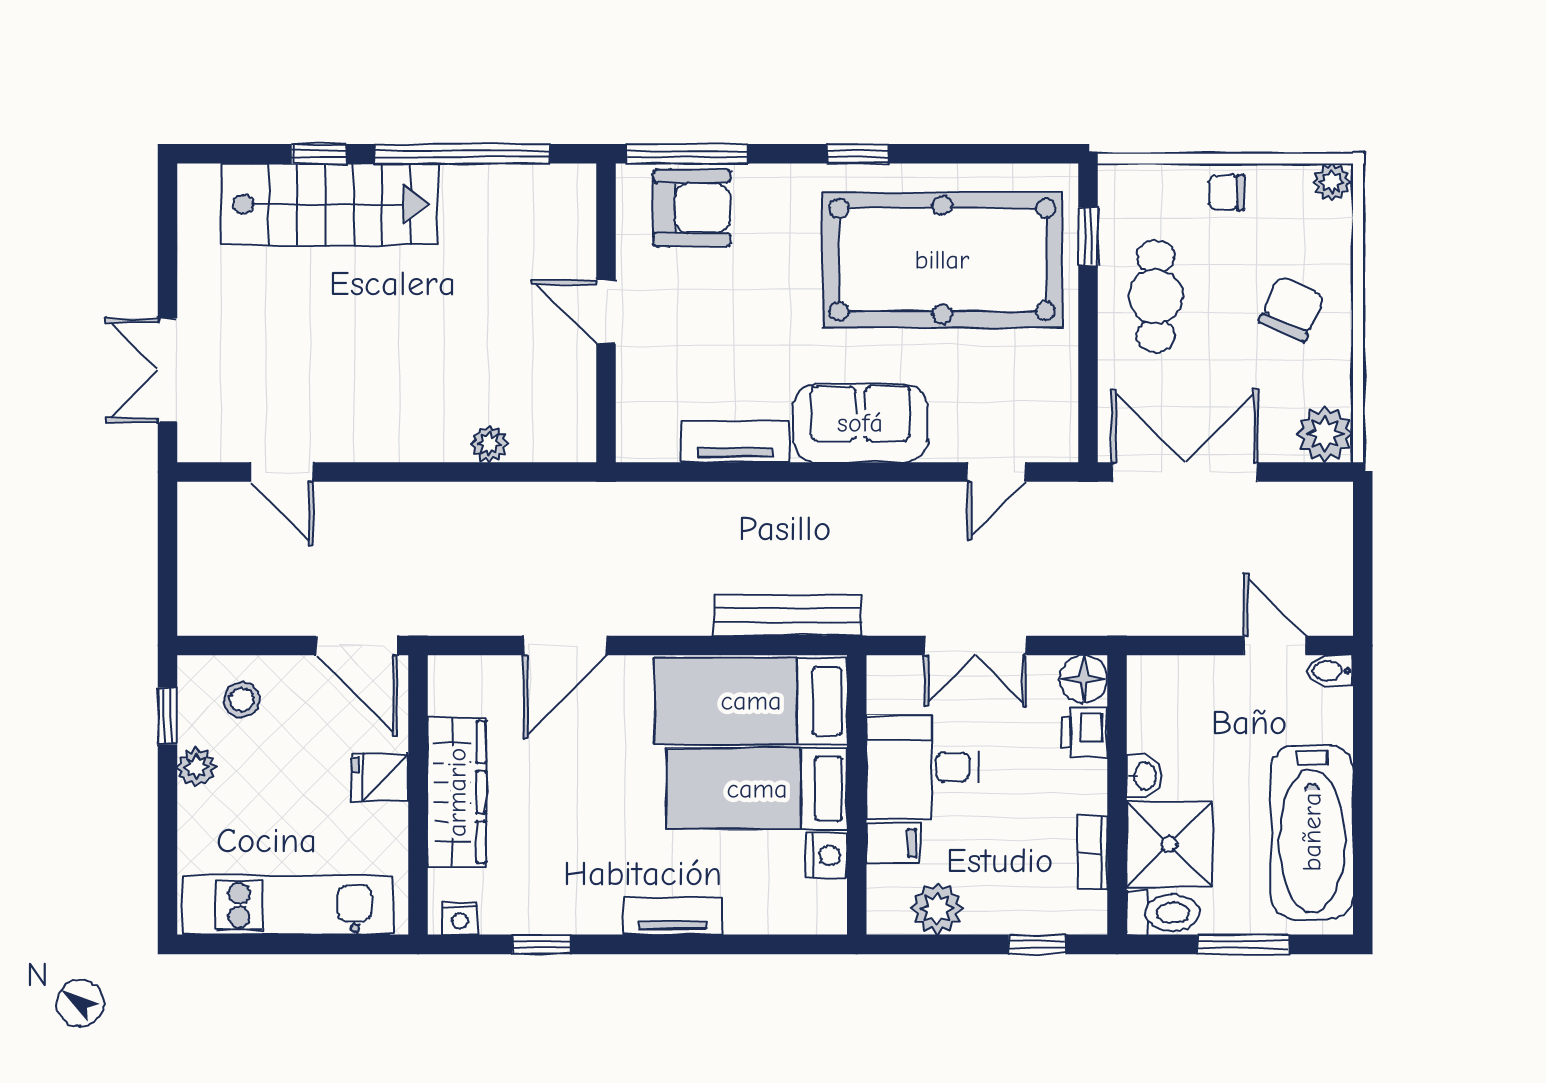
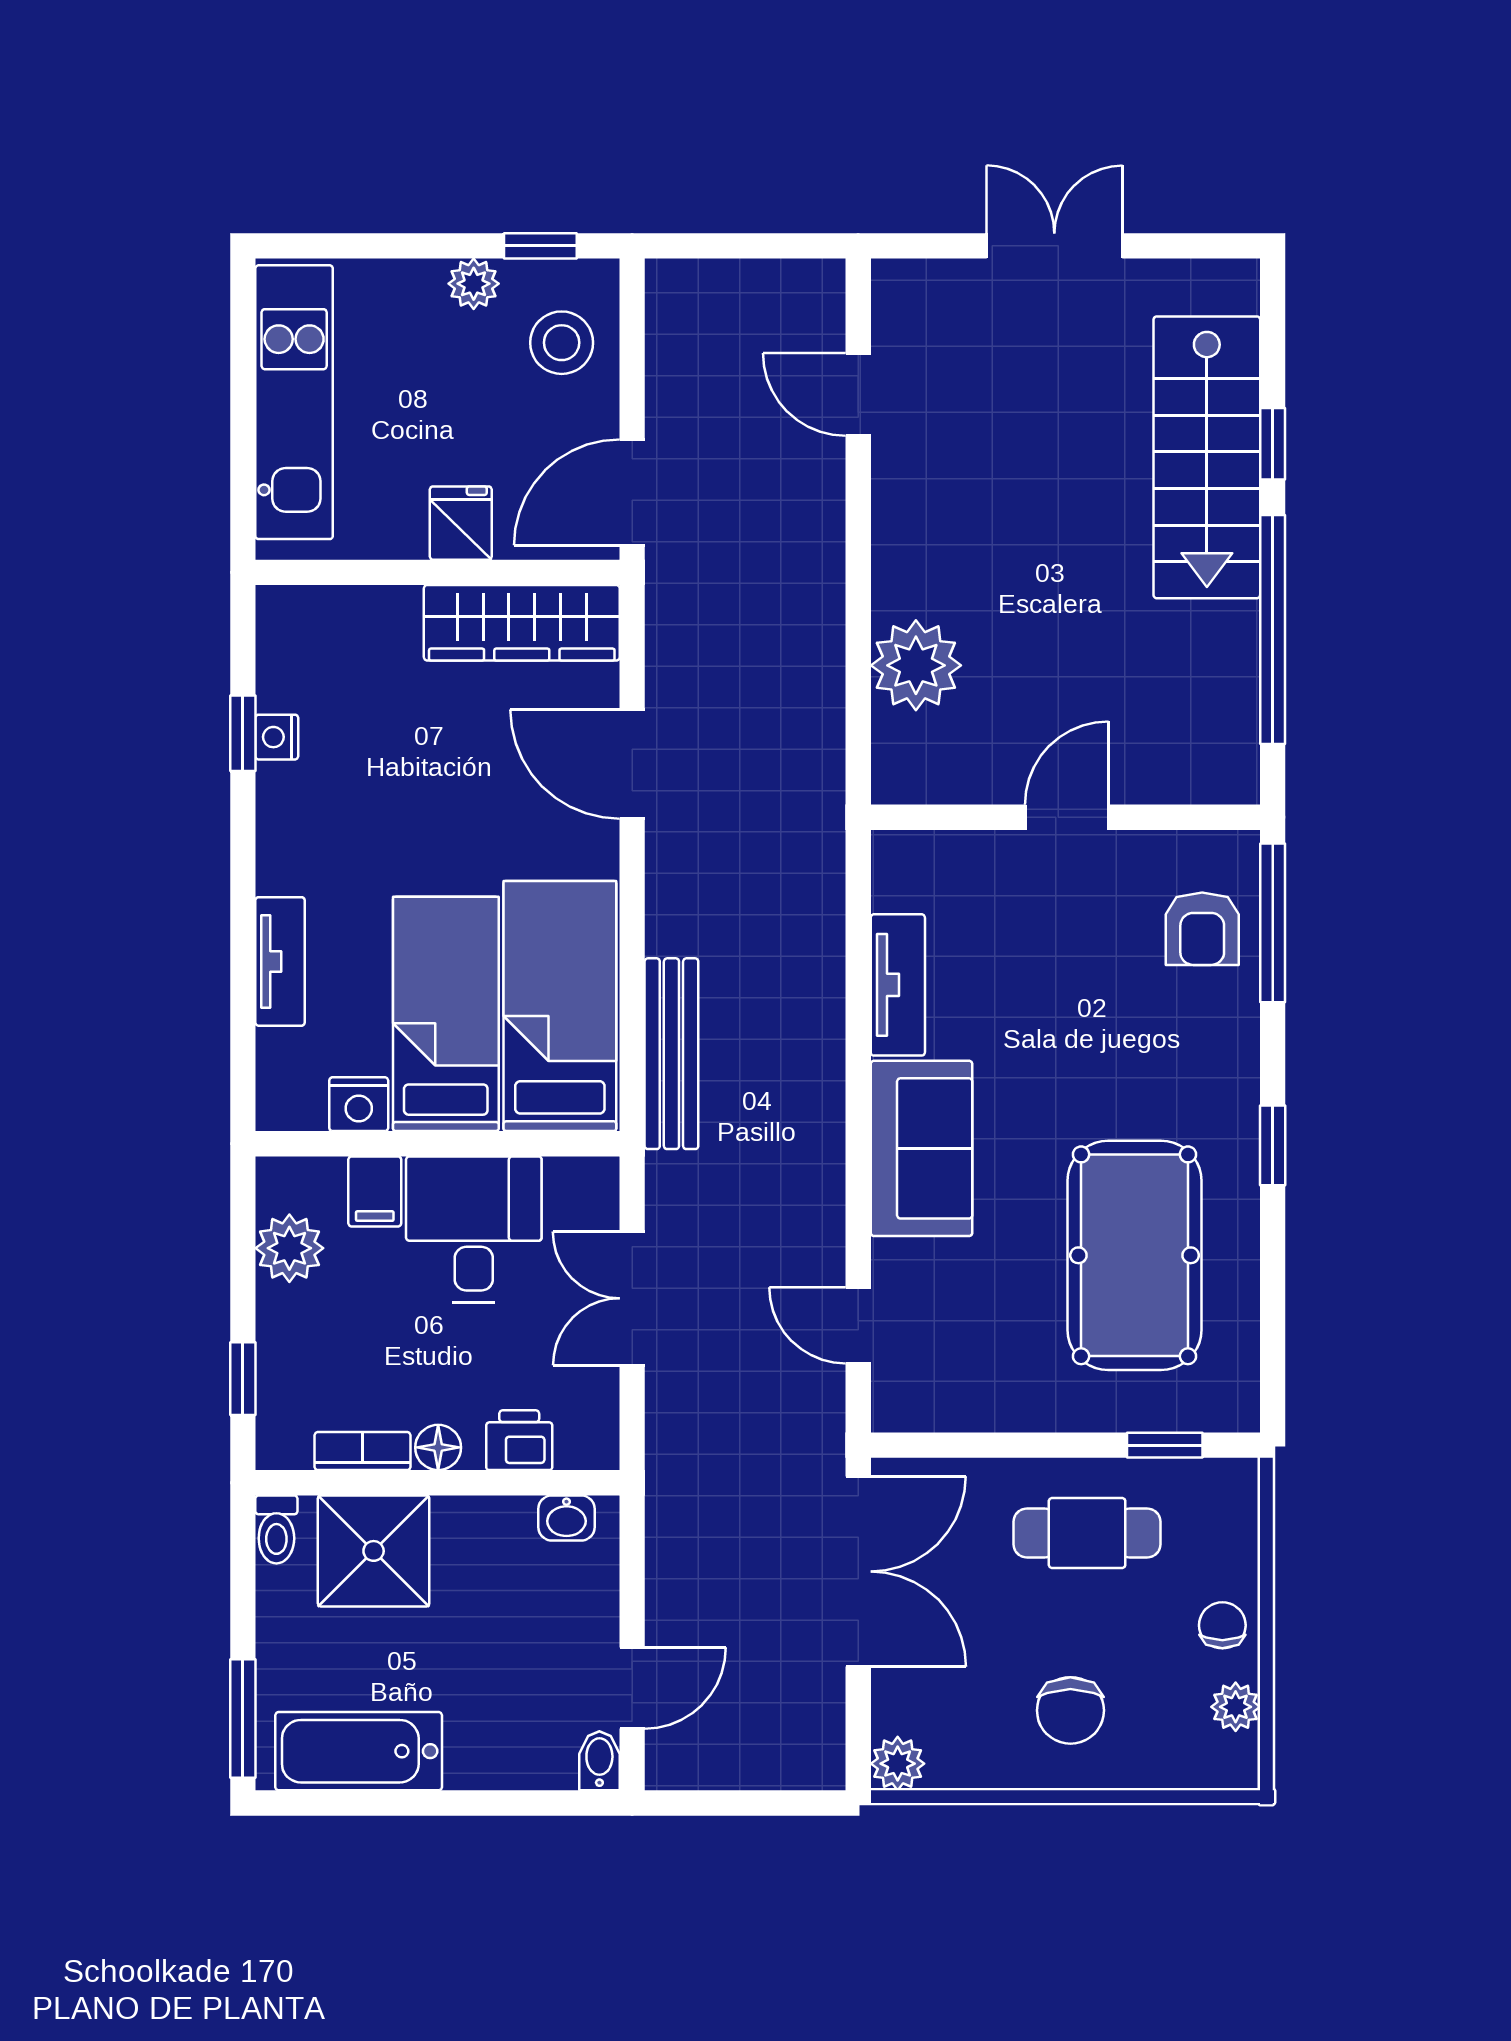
plant: (1332, 182) -> (1236, 1707), moved
armchair: (692, 208) -> (1202, 929), width x0.72, depth x0.72
pool table: (942, 260) -> (1135, 1255), width x0.73, depth x0.76
chair: (1292, 309) -> (1070, 1710), turned 66
double door: (167, 370) -> (1054, 246), moved
plant: (1325, 434) -> (898, 1764), width x0.73, depth x0.73
plant: (489, 444) -> (916, 665), width x1.88, depth x1.88
door: (282, 472) -> (858, 395), hinge flipped
floor lamp: (1083, 679) -> (438, 1447), moved, width x0.73, depth x0.73
stool: (242, 700) -> (562, 343), width x1.37, depth x1.37
washbasin: (1144, 776) -> (566, 1518), moved
wardrobe: (457, 792) -> (522, 623), moved
bathtub: (1312, 832) -> (359, 1751), width x0.73, depth x0.73
toilet: (1163, 913) -> (276, 1529), width x0.73, depth x0.72
tv unit: (673, 916) -> (280, 961), moved
nightstand: (460, 918) -> (277, 737), moved
window: (1243, 944) -> (243, 1718), moved

